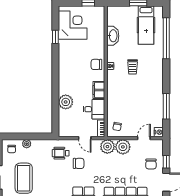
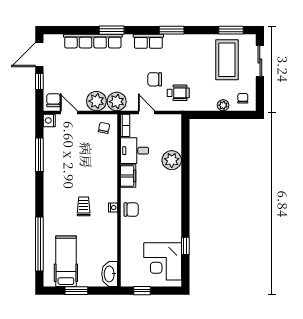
washbasin: (113, 36) -> (110, 274), moved
door: (144, 138) -> (69, 112), swing flipped
chair: (151, 164) -> (53, 100), moved

